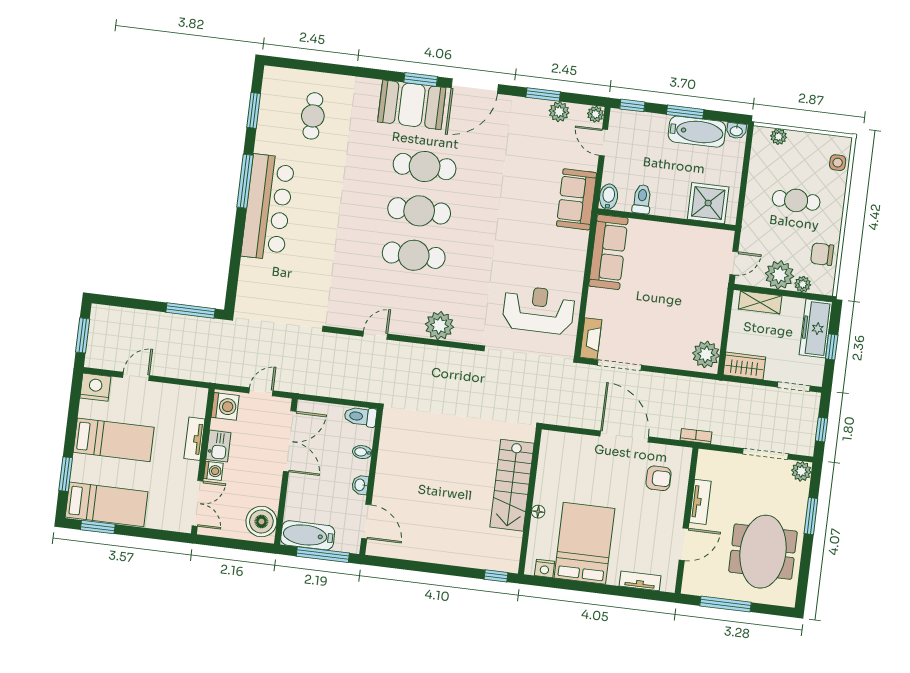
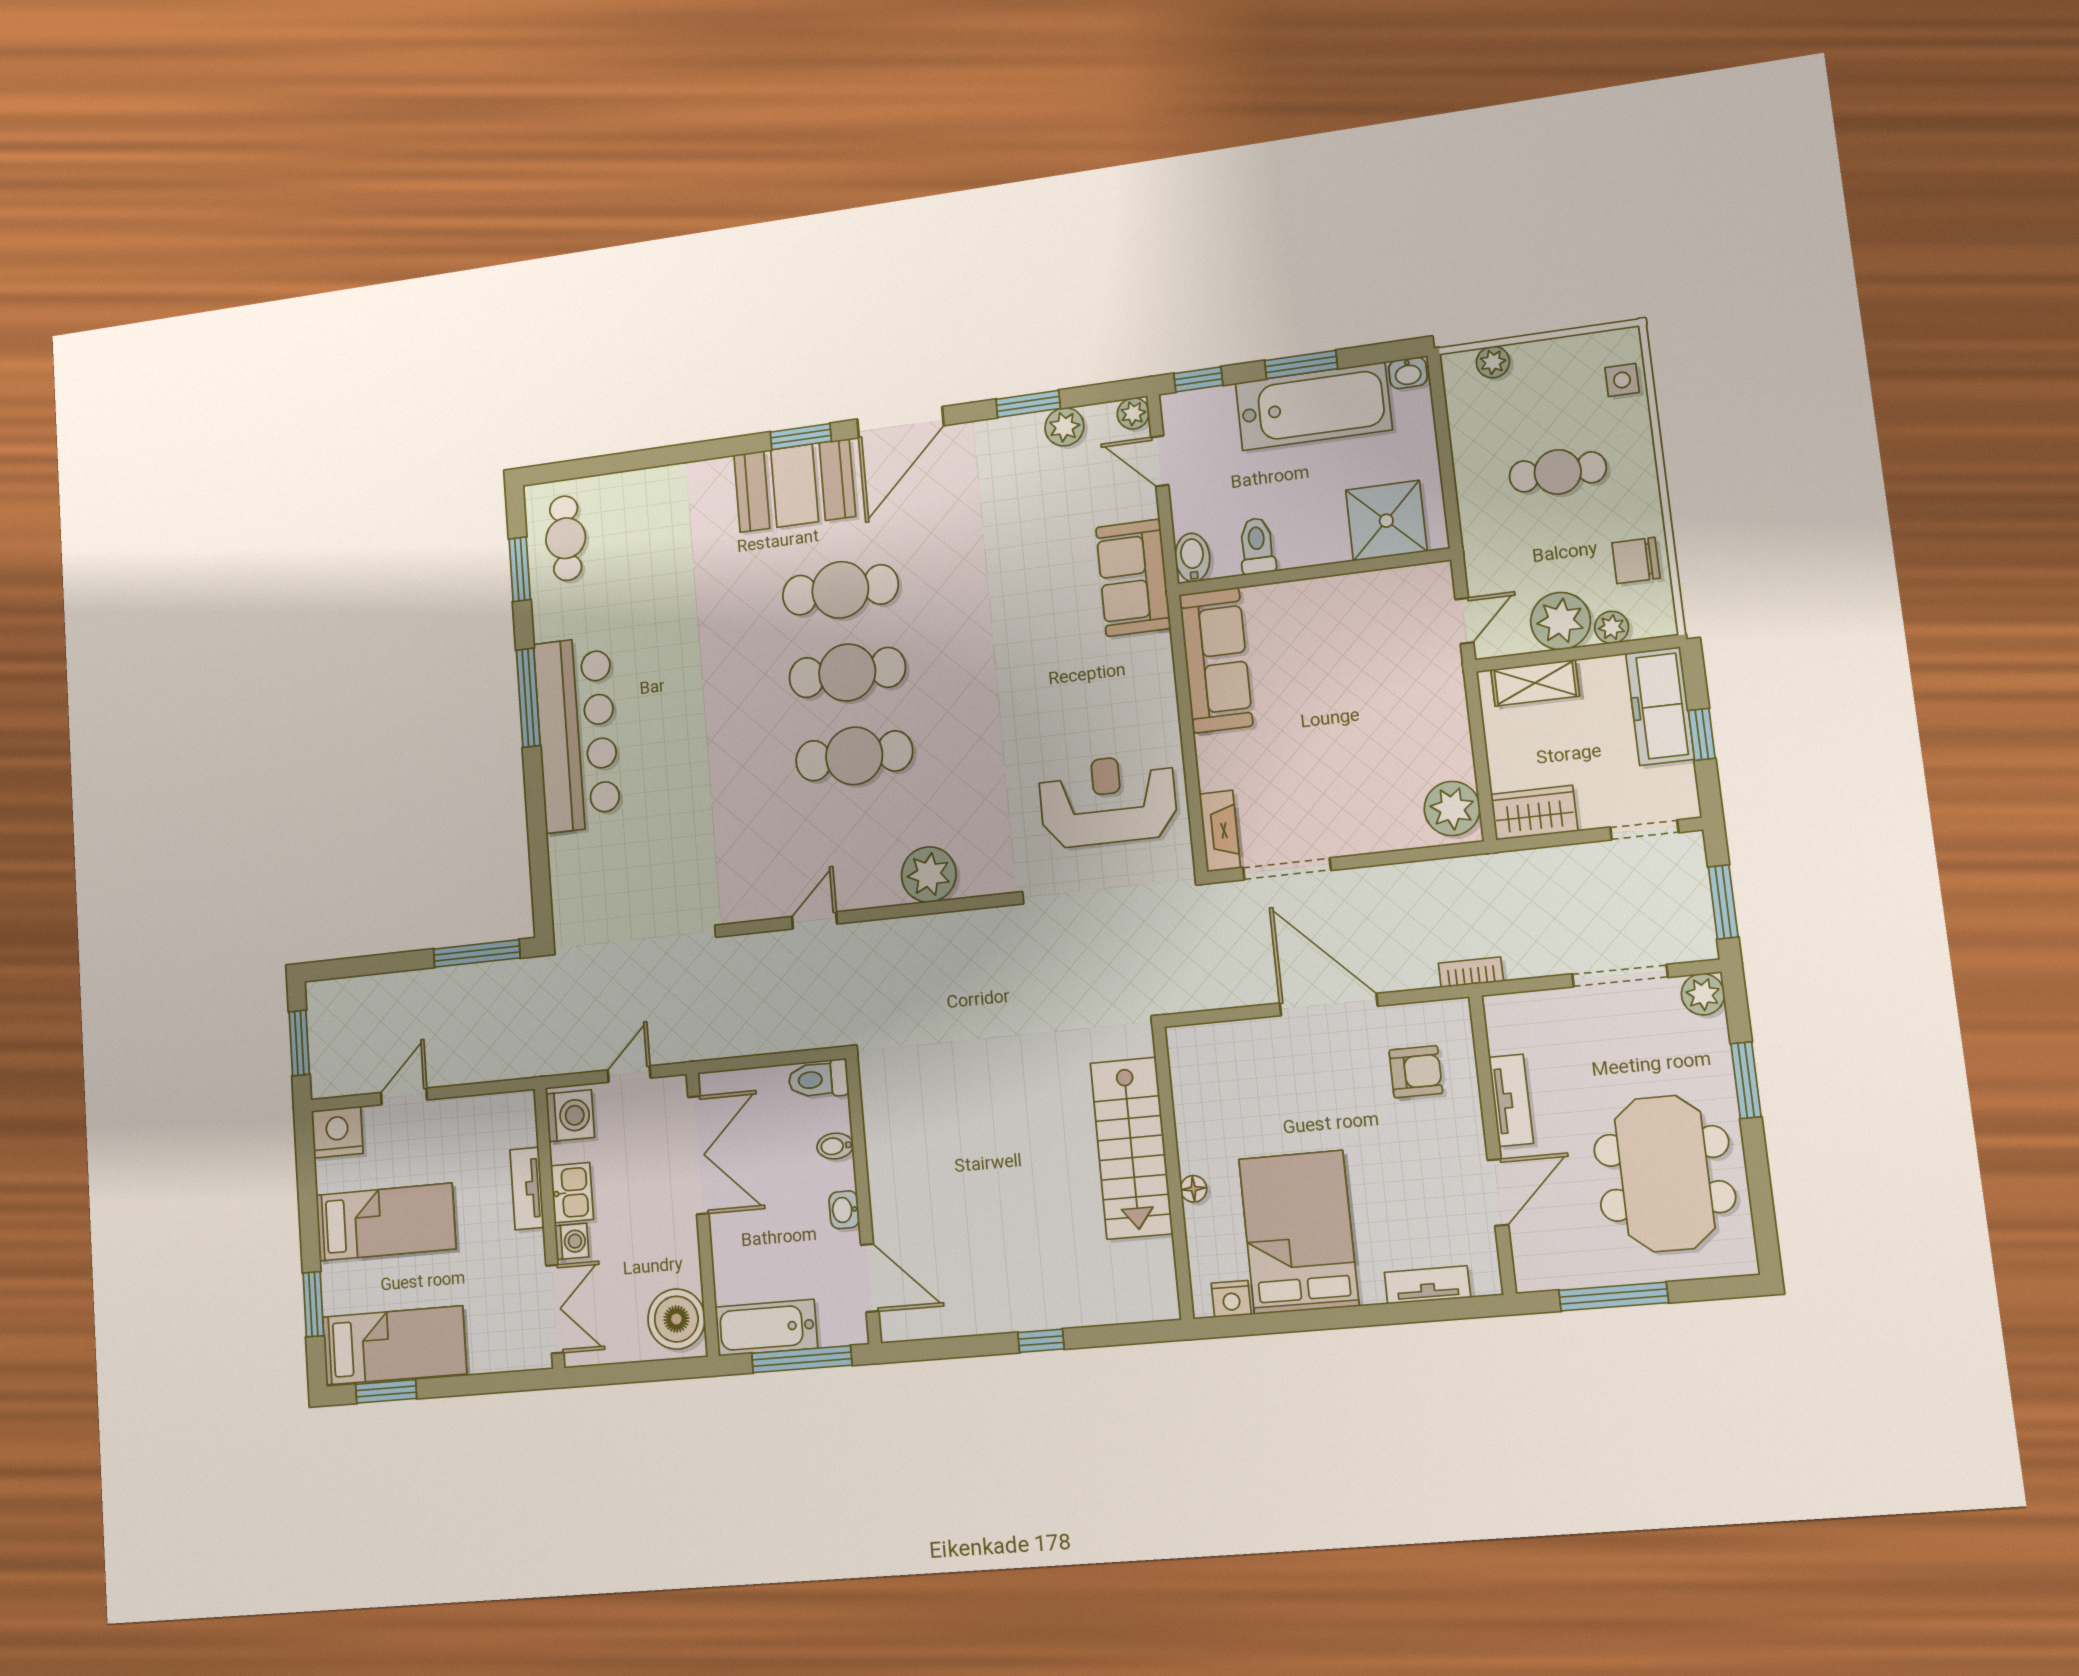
cafe table: (313, 116) -> (566, 538), moved
bathtub: (697, 132) -> (1313, 406), width x1.36, depth x1.36
window: (822, 430) -> (1723, 902), width x1.50
window: (496, 576) -> (1041, 1341), moved

